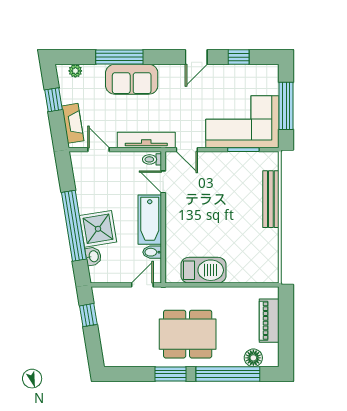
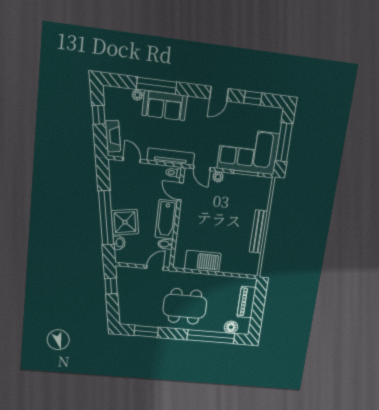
plant: (75, 71) -> (137, 95), moved
plant: (209, 158) -> (218, 177), added
bench: (271, 199) -> (258, 232), moved
window: (171, 374) -> (146, 331), moved

